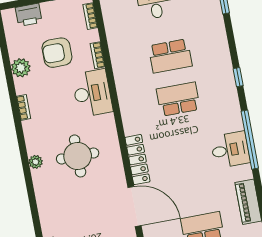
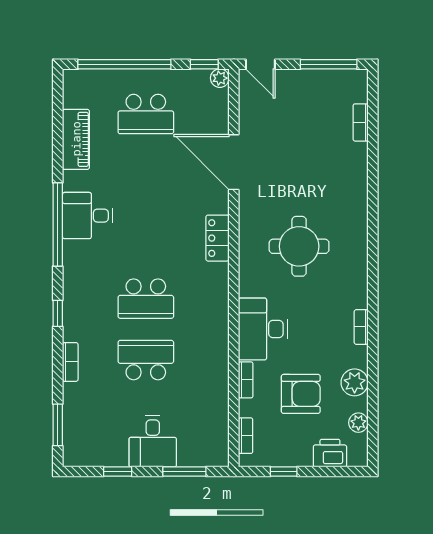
bookcase: (223, 45) -> (70, 362), added
locker: (137, 160) -> (218, 238), width x0.66
plant: (36, 162) -> (358, 423), moved

